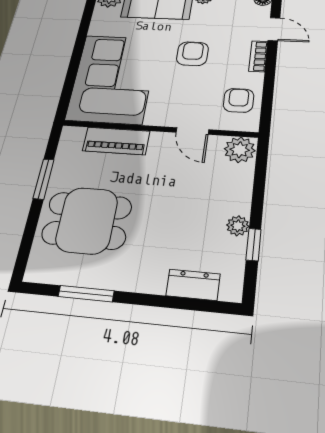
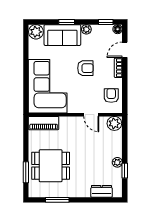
door: (274, 29) -> (125, 50), swing flipped
armchair: (192, 54) -> (85, 68), turned 90
piano: (116, 141) -> (44, 123), moved
window: (44, 179) -> (26, 172), moved

